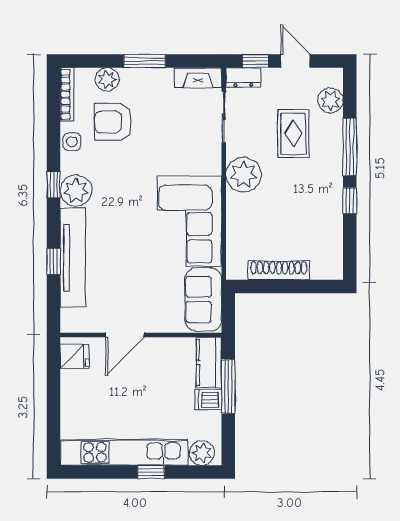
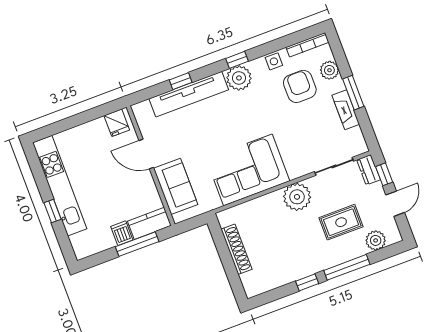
fireplace: (198, 78) -> (346, 110), moved
sofa: (203, 299) -> (176, 186), moved, turned 90
plant: (202, 453) -> (81, 243), removed

